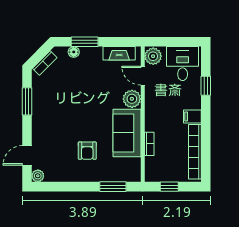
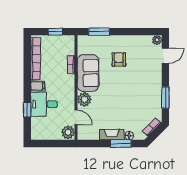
fireplace: (119, 53) -> (112, 135), moved
desk: (183, 64) -> (44, 104), moved, turned 90

